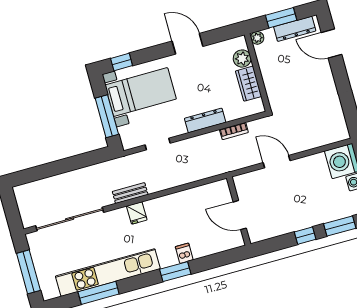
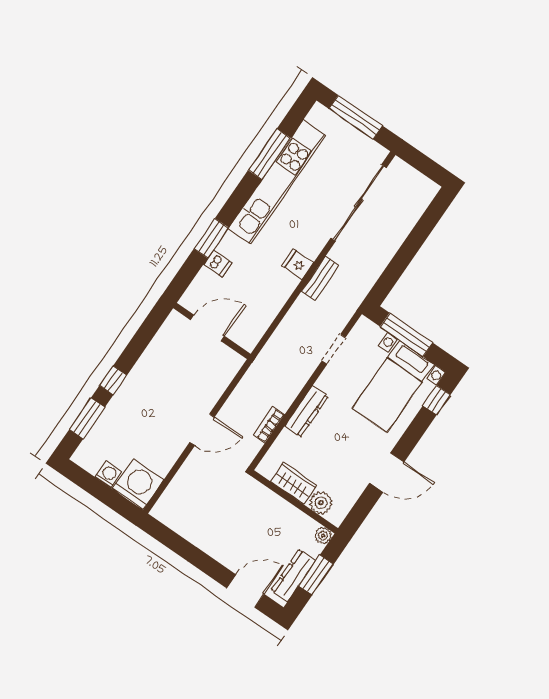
wall: (239, 211) -> (212, 331), moved
door: (240, 215) -> (208, 328), moved

